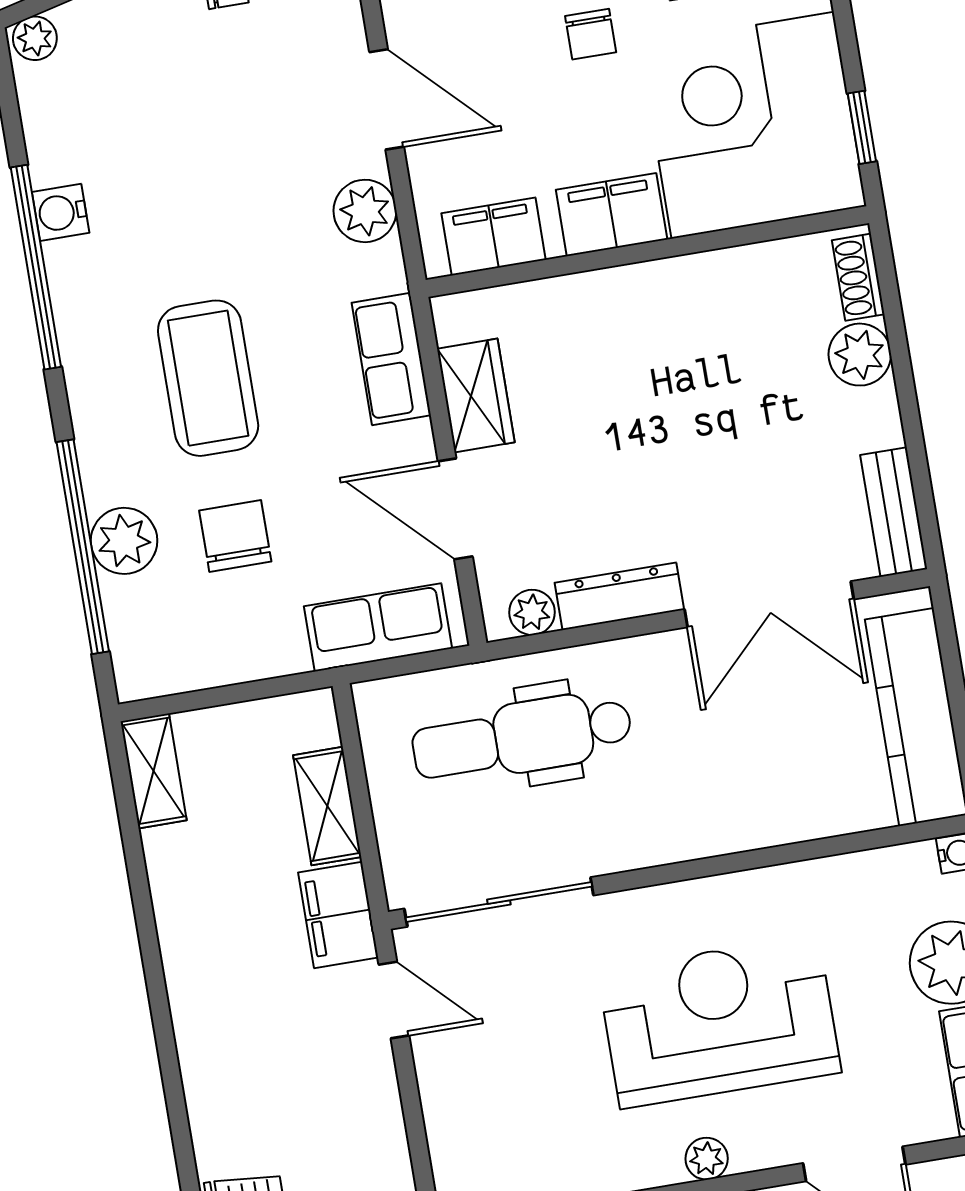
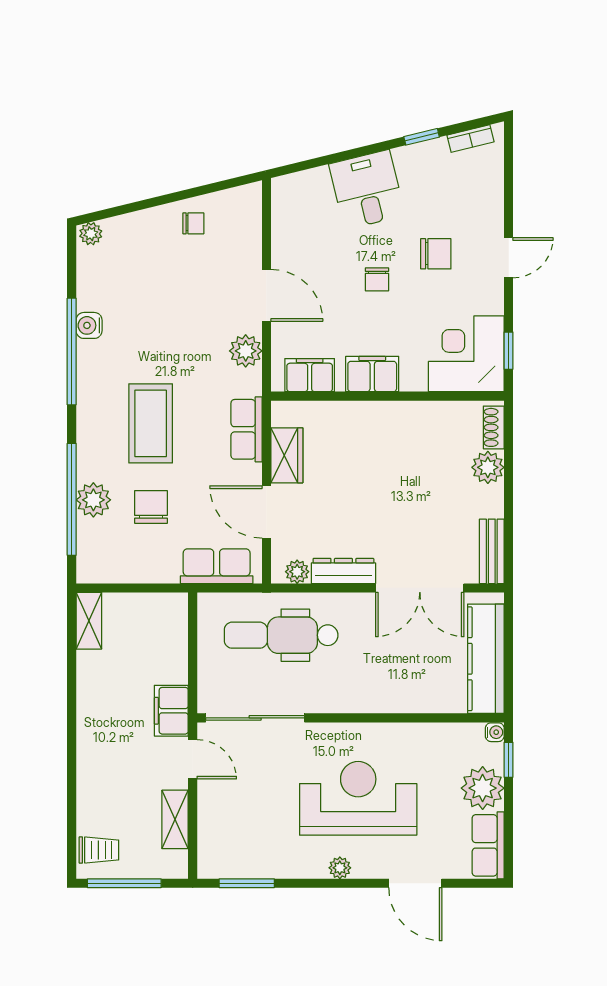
corner desk: (753, 125) -> (466, 354), width x0.74, depth x0.74
shelving: (327, 806) -> (175, 819), moved

